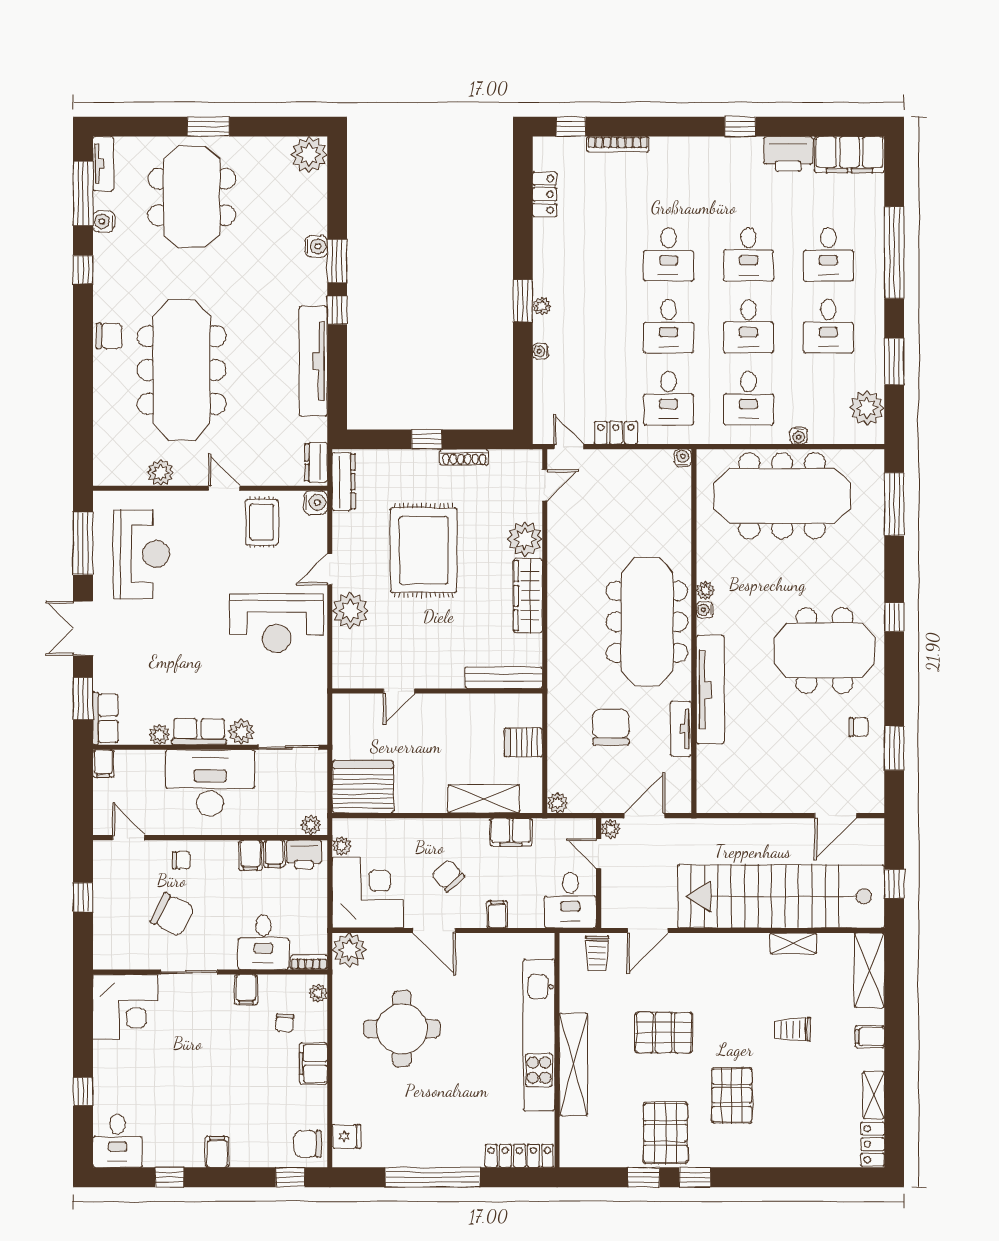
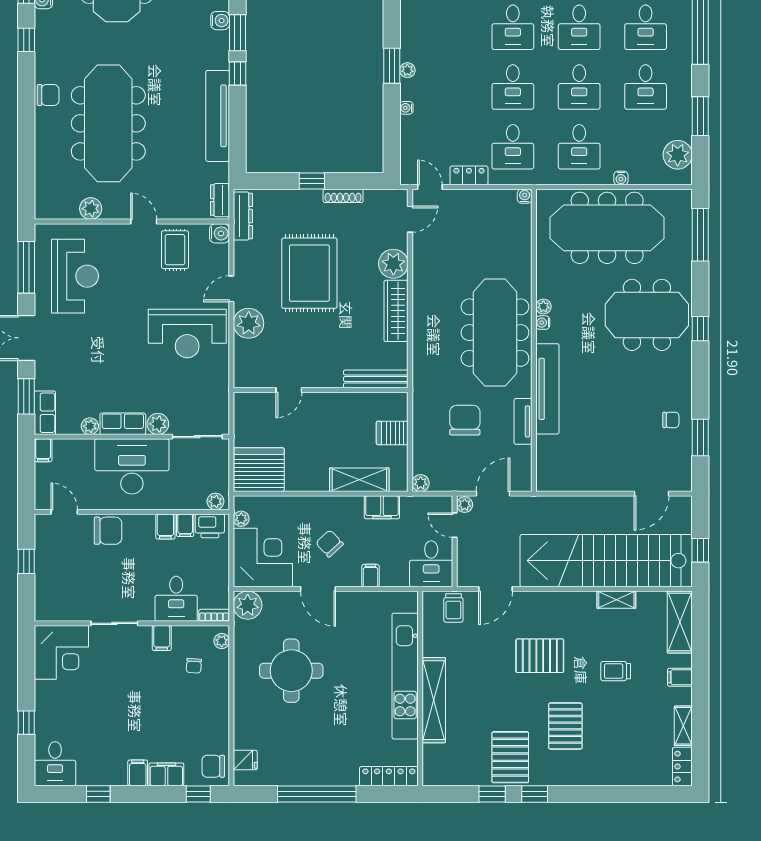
meeting table: (824, 650) -> (647, 315), moved
chair: (181, 860) -> (108, 531), width x1.87, depth x1.87
chair: (172, 915) -> (101, 576), removed
pallet: (664, 1033) -> (540, 656), moved
filing cabinet: (313, 1063) -> (166, 774), moved, turned 90

